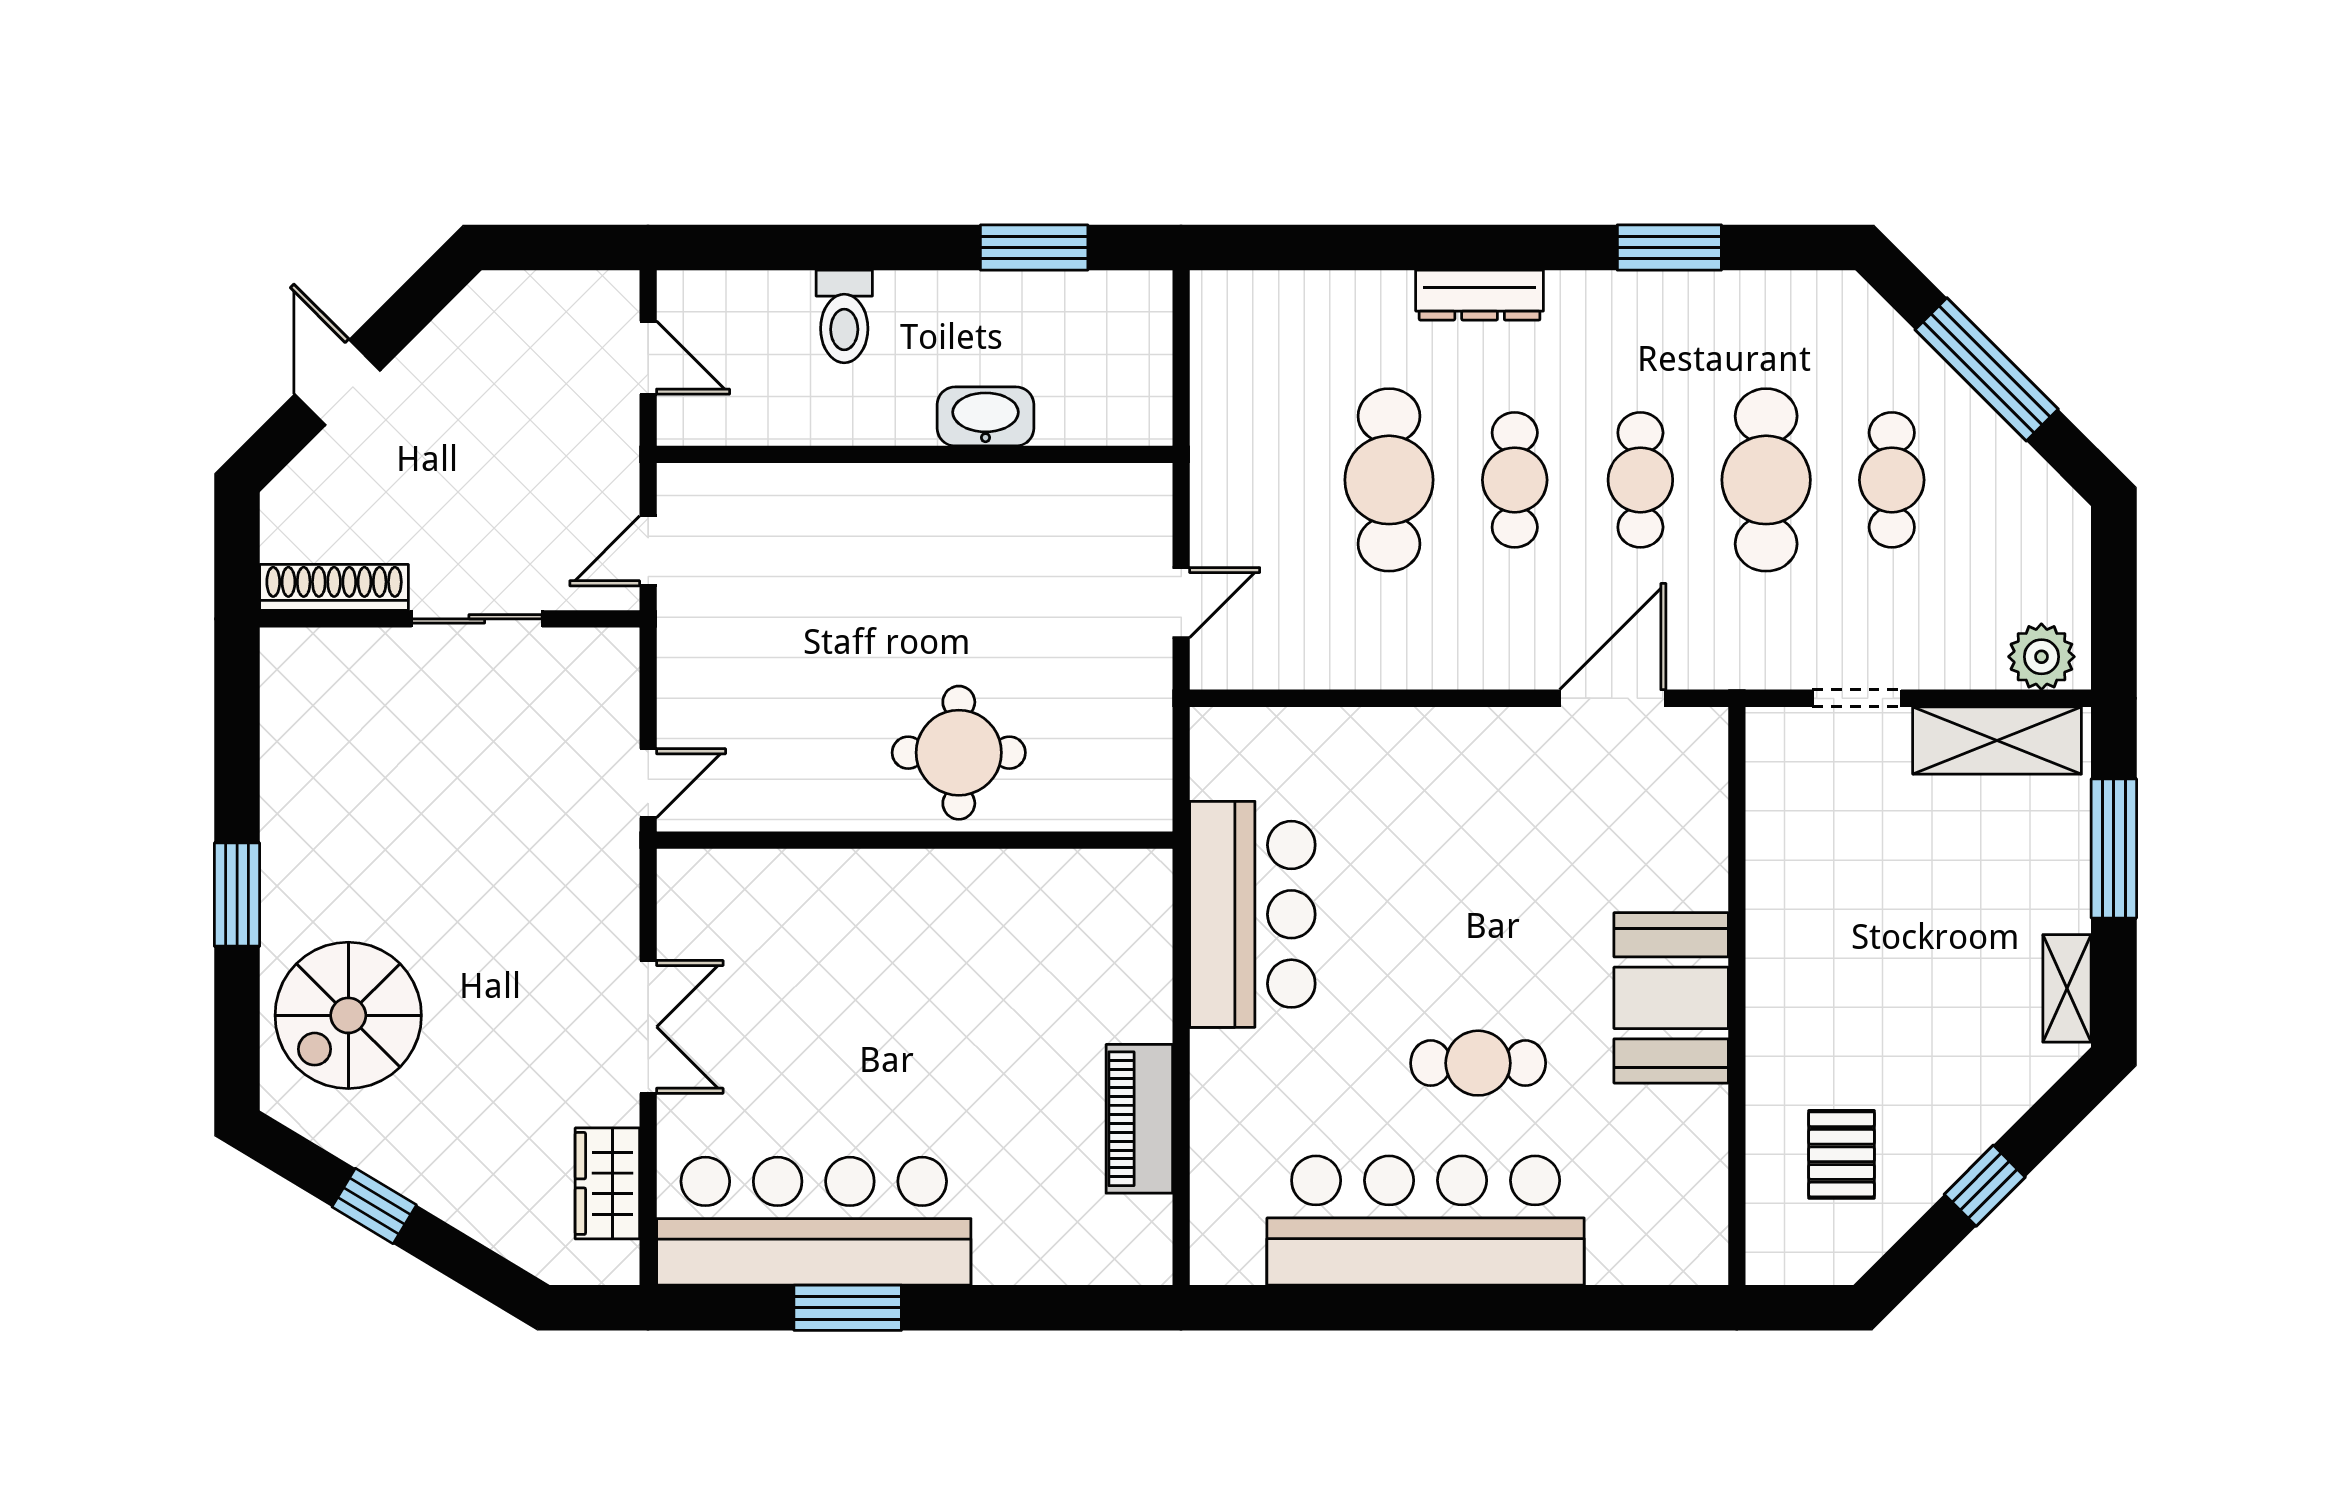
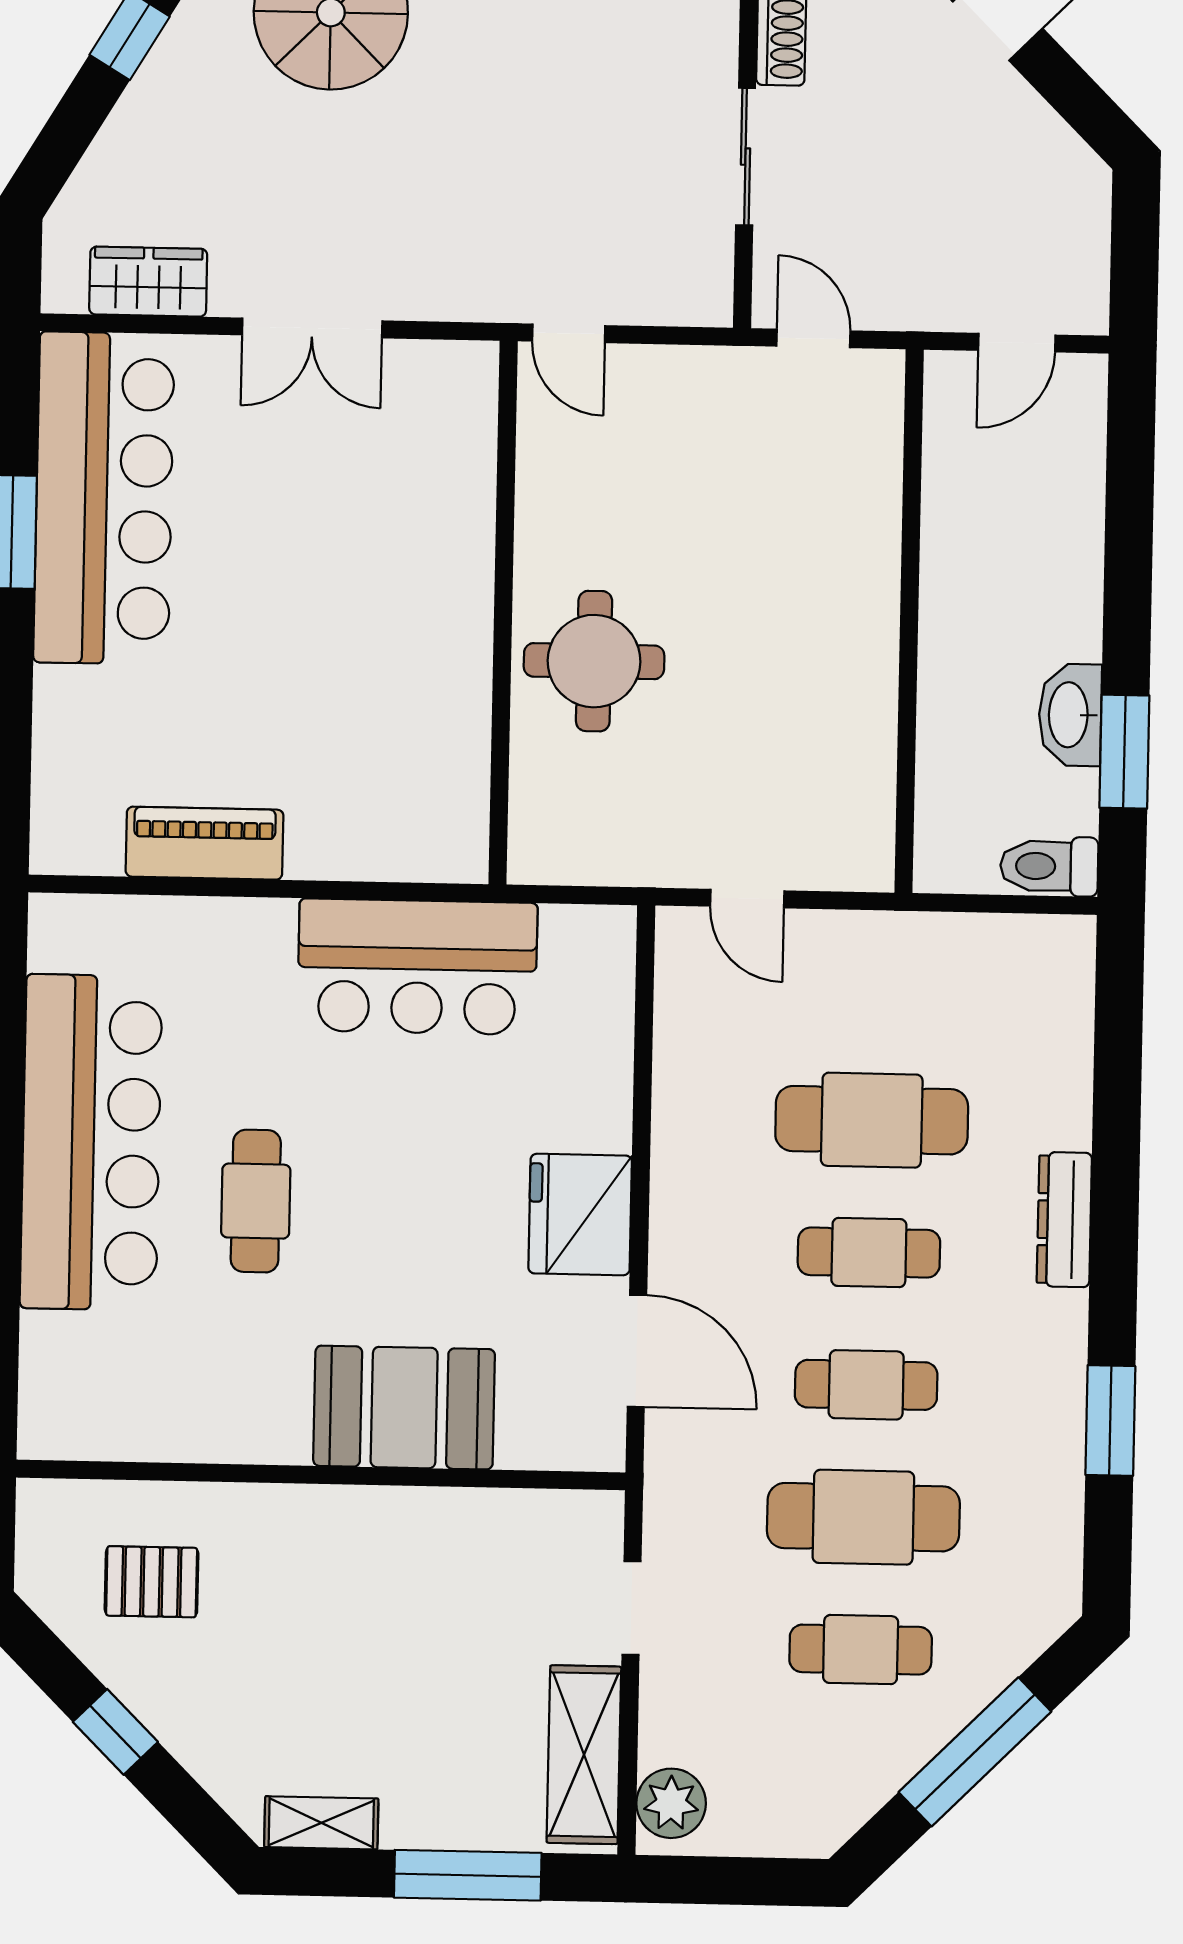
toilet: (844, 316) -> (1049, 866), moved
washbasin: (986, 416) -> (1070, 715), moved, turned 180
fridge: (1484, 755) -> (580, 1214), added
booth: (1671, 998) -> (404, 1408), moved

